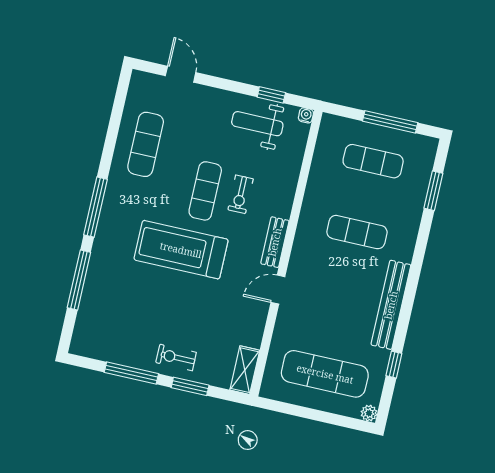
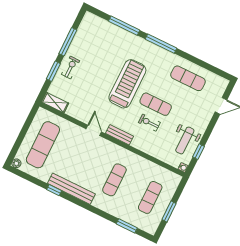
window: (390, 122) -> (169, 212), width x0.69
weight bench: (257, 124) -> (185, 140), turned 180
window: (394, 365) -> (54, 190), moved

